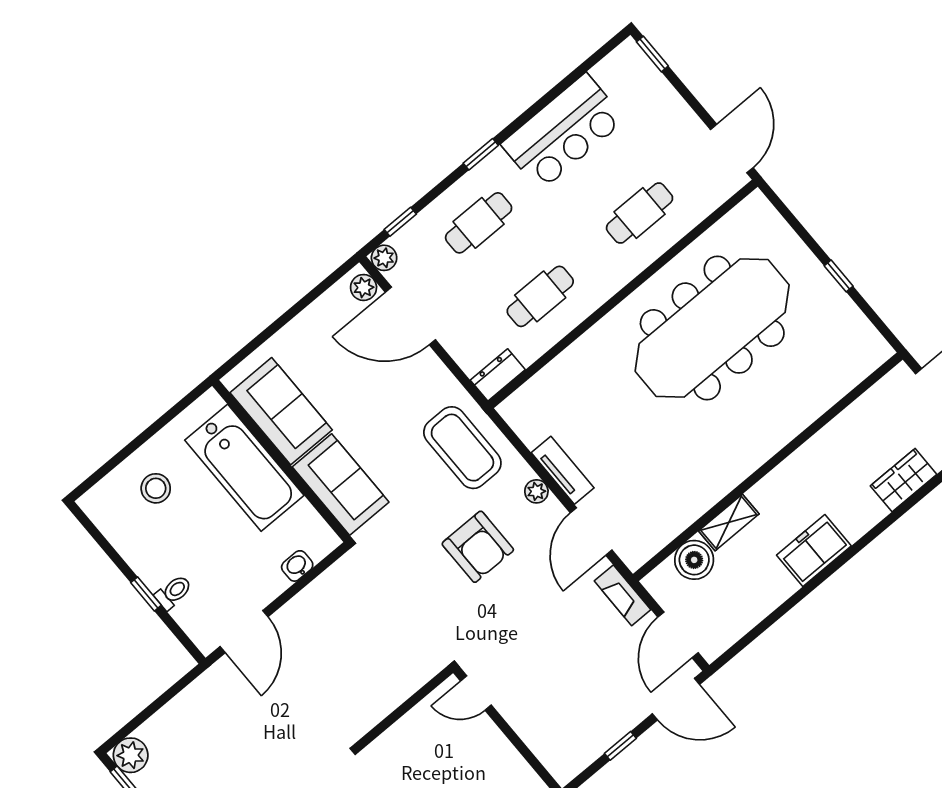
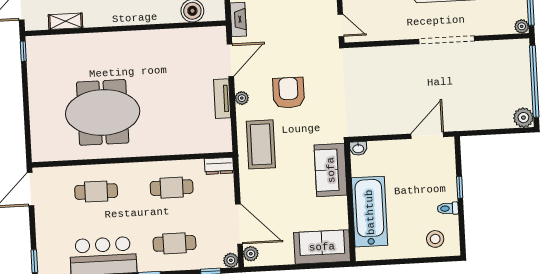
window: (839, 276) -> (23, 51), moved
meeting table: (712, 328) -> (103, 112), width x0.73
sofa: (281, 411) -> (322, 247), moved, turned 90
stool: (156, 488) -> (435, 239), moved
shelving: (729, 522) -> (66, 21), moved
washbasin: (297, 566) -> (358, 148), moved
toilet: (173, 592) -> (448, 208), moved

